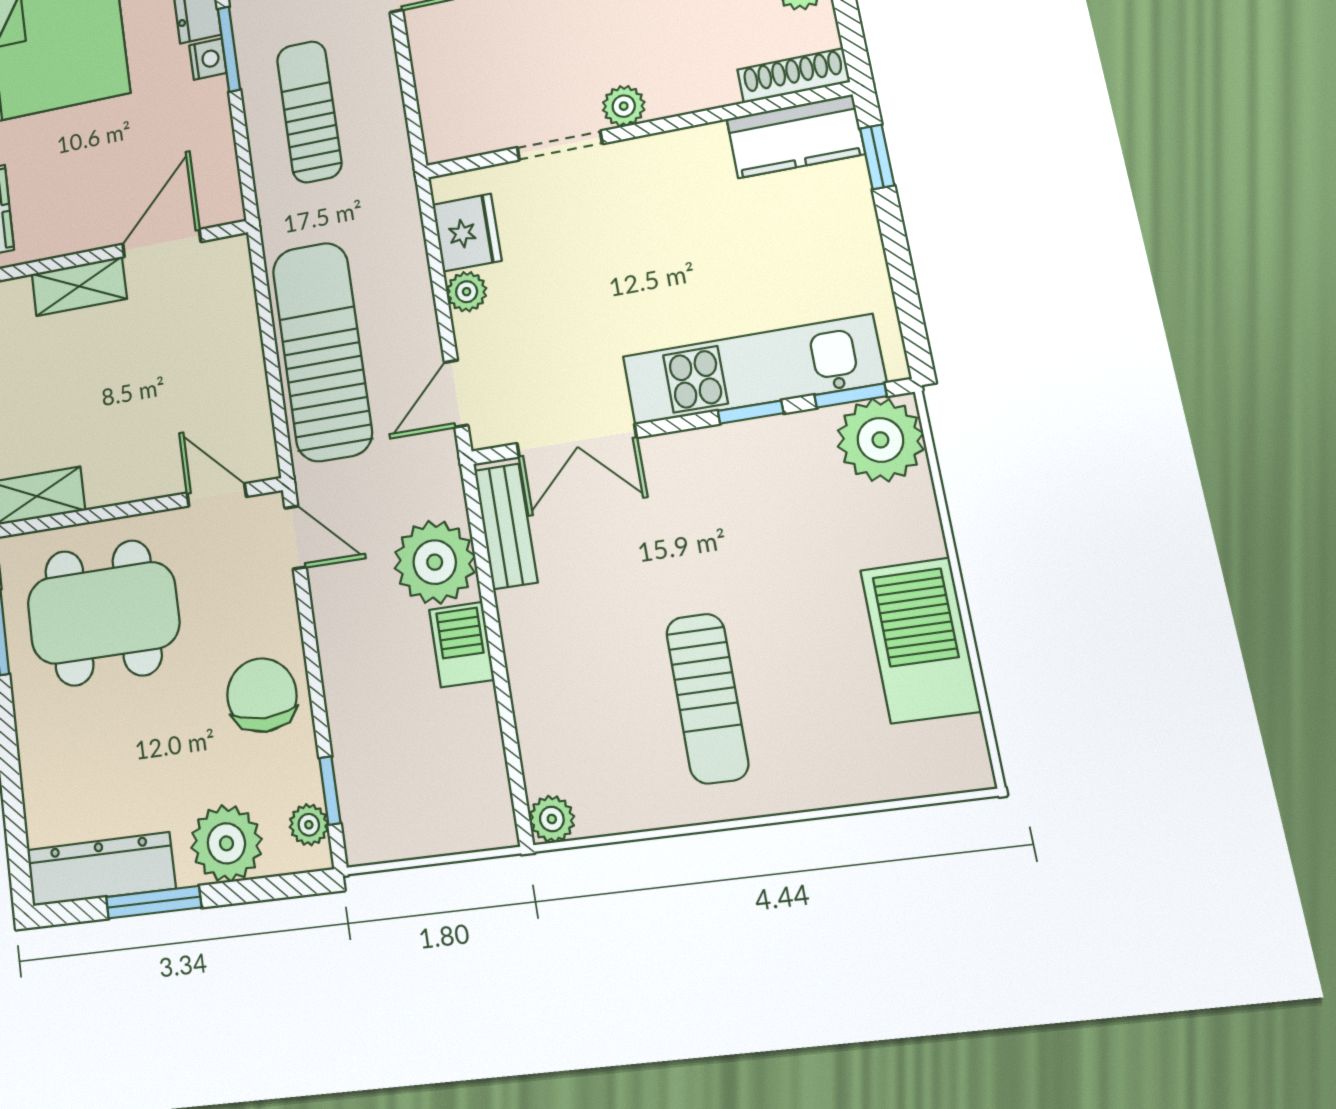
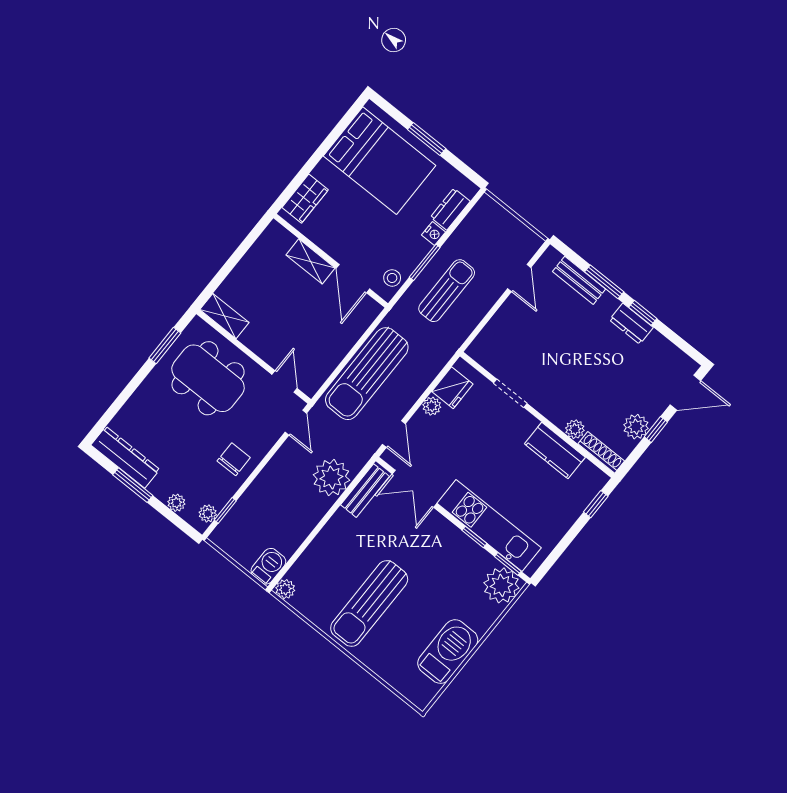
window: (229, 49) -> (425, 262), moved
plant: (624, 106) -> (575, 429), moved
kitchen counter: (795, 136) -> (555, 451), moved
stool: (215, 181) -> (392, 278), added
door: (162, 243) -> (353, 279), swing flipped
sun lounger: (322, 351) -> (367, 374), turned 180
door: (456, 394) -> (394, 434), swing flipped
barbecue: (462, 645) -> (268, 566), moved
chair: (262, 695) -> (234, 459), width x0.73, depth x0.73
sun lounger: (707, 698) -> (369, 603), width x1.36, depth x1.34
plant: (226, 843) -> (176, 503), width x0.53, depth x0.53

